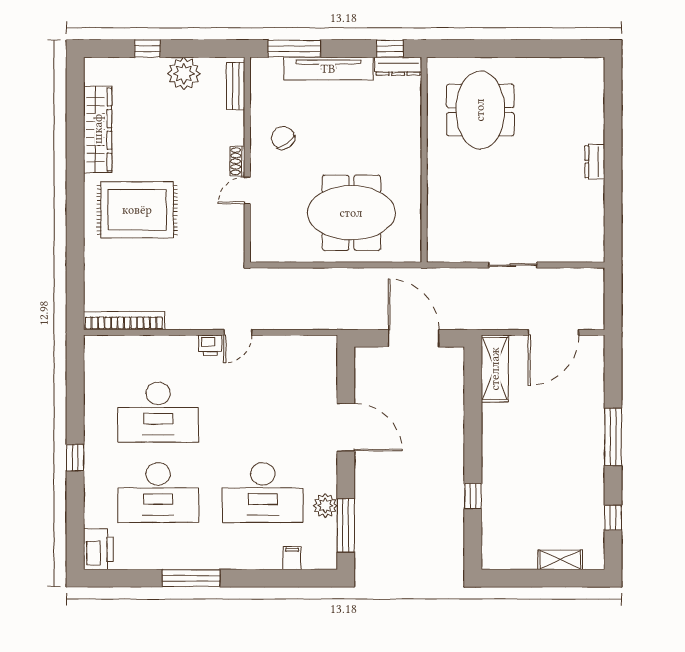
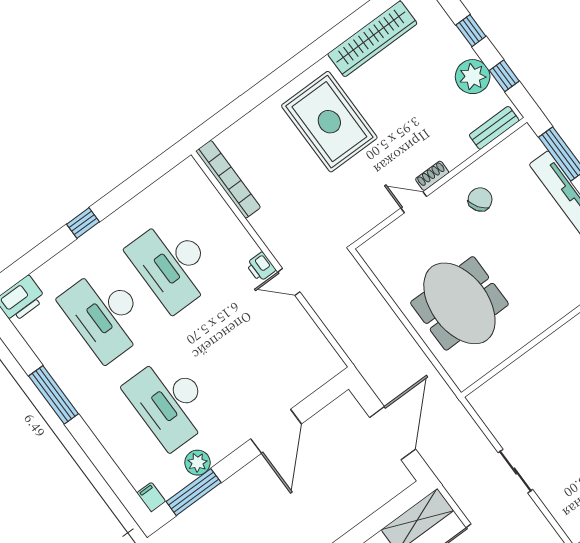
window: (201, 49) -> (504, 76), added
filing cabinet: (292, 558) -> (151, 497), moved, turned -90

